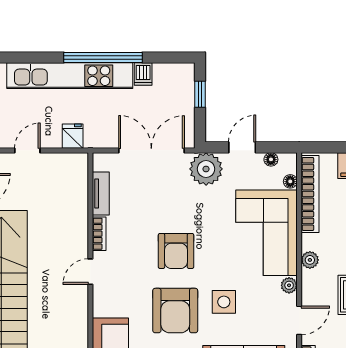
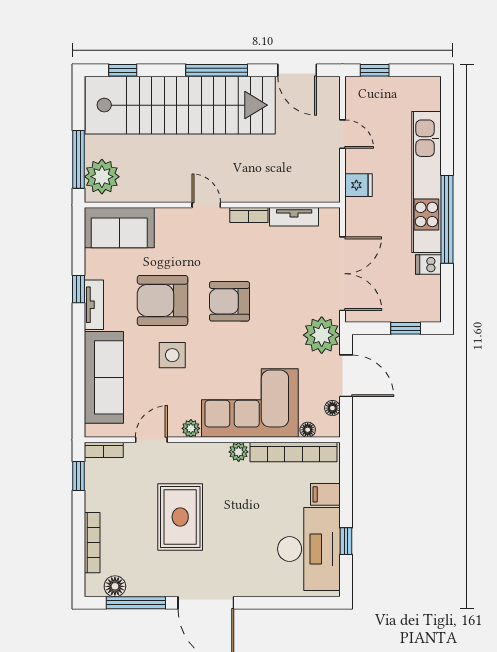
door: (242, 147) -> (346, 376), width x1.38
plant: (310, 260) -> (239, 452), moved
door: (299, 320) -> (151, 440), swing flipped

